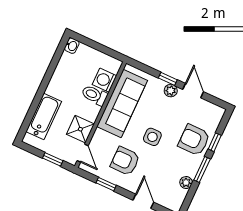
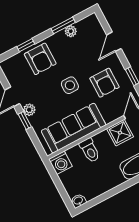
washing machine: (104, 80) -> (60, 163), moved
window: (202, 170) -> (63, 25), moved

